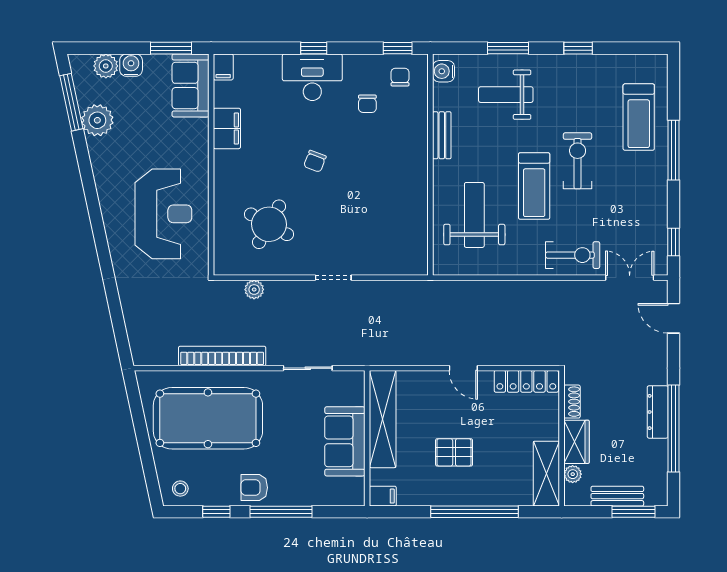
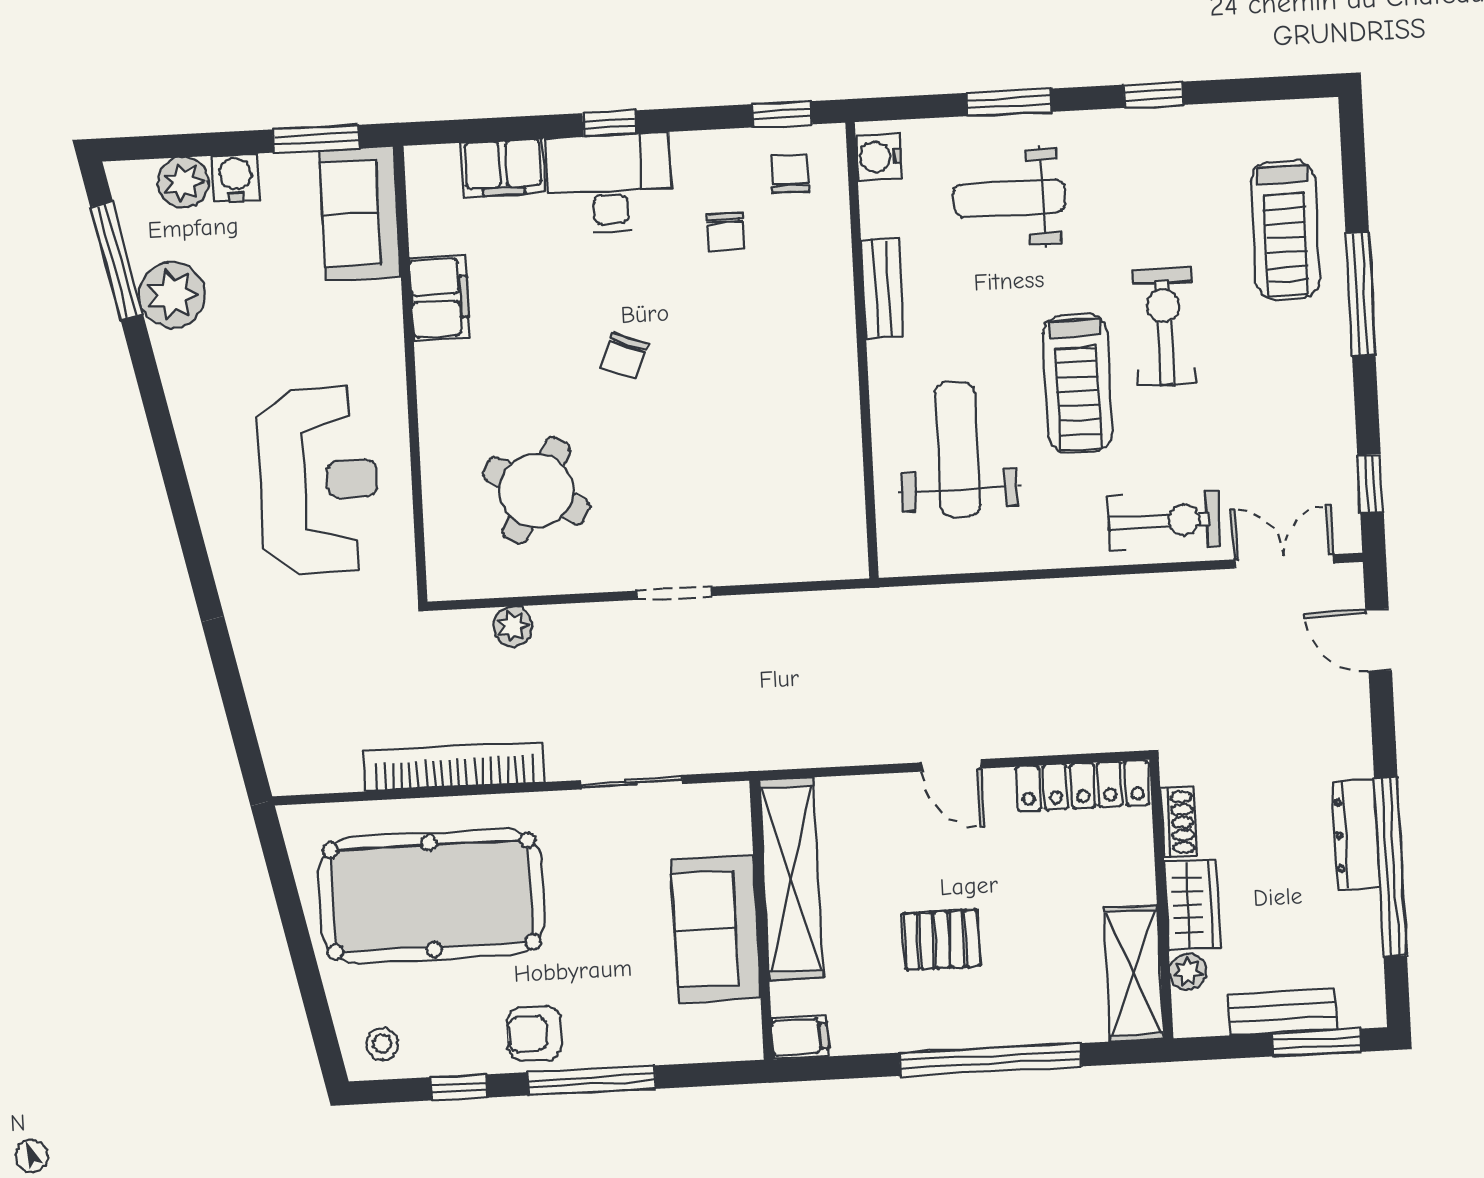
filing cabinet: (223, 67) -> (503, 168), moved, width x2.00

